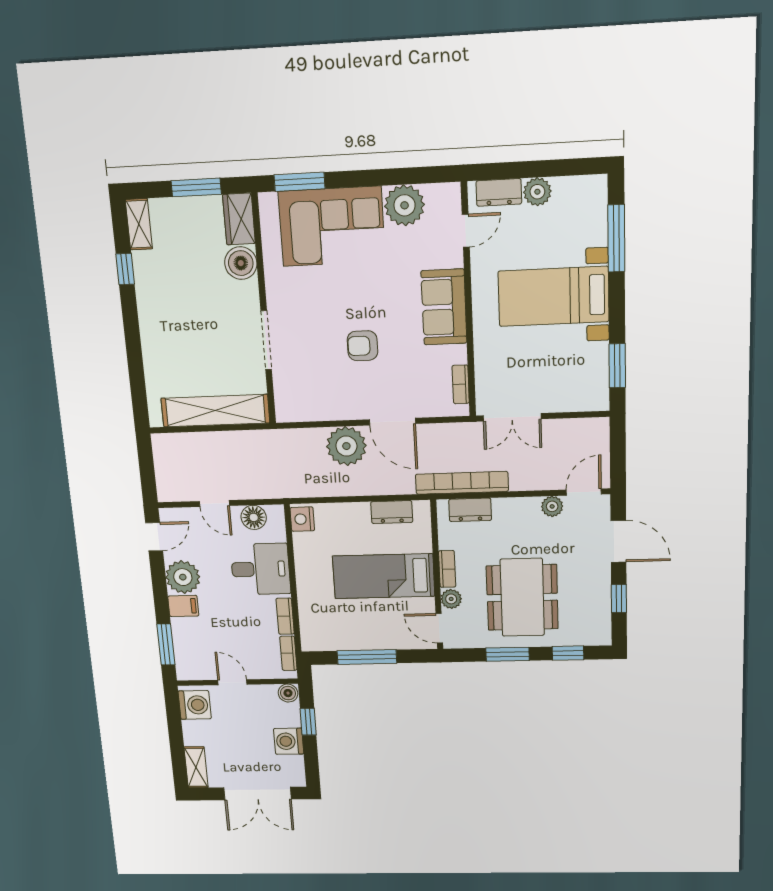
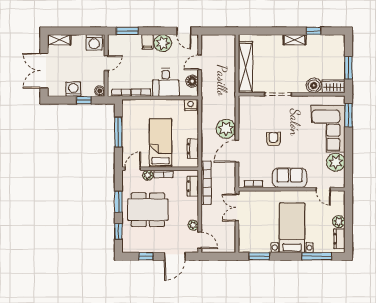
dresser: (499, 192) -> (339, 239), moved
shelving: (139, 224) -> (295, 40), moved

